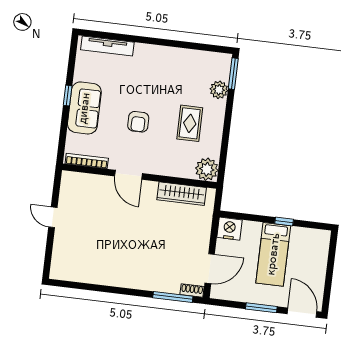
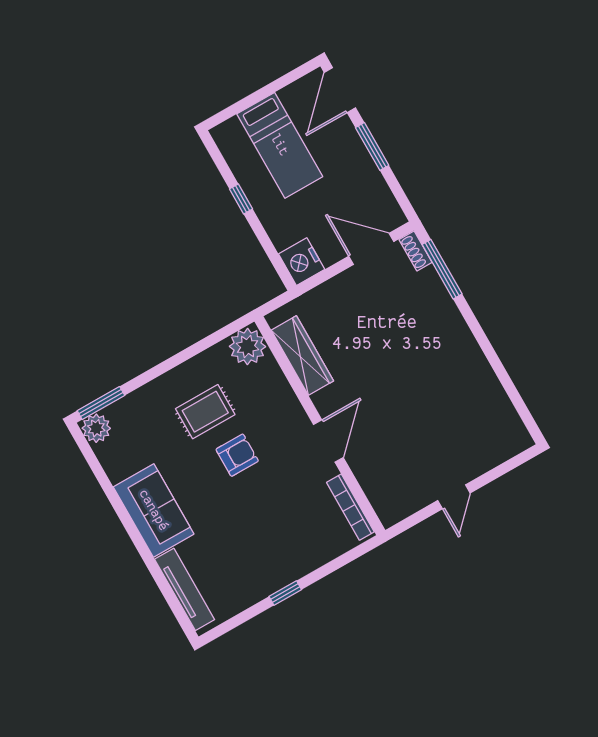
plant: (219, 90) -> (96, 428), moved
sofa: (84, 108) -> (154, 510), moved, turned 90
armchair: (138, 122) -> (237, 455), moved
bed: (273, 254) -> (280, 145), moved, turned 90

